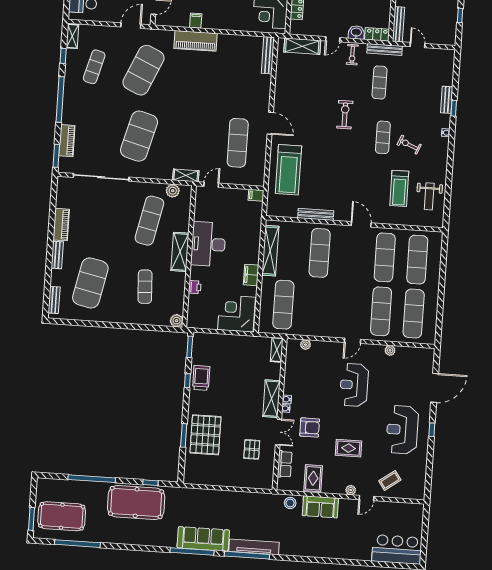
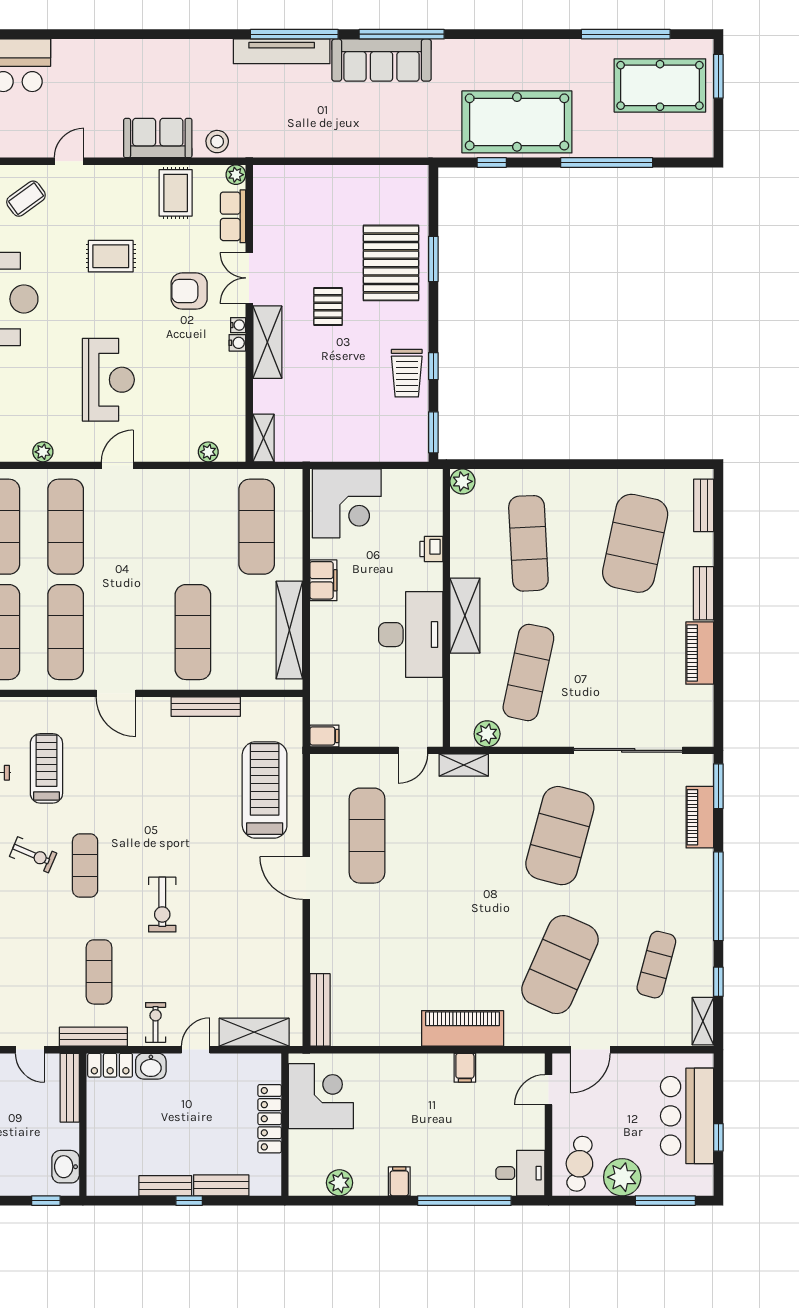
exercise mat: (145, 287) -> (528, 543), width x1.36, depth x1.45
pallet: (252, 449) -> (328, 307), moved
plant: (351, 490) -> (236, 175), moved

